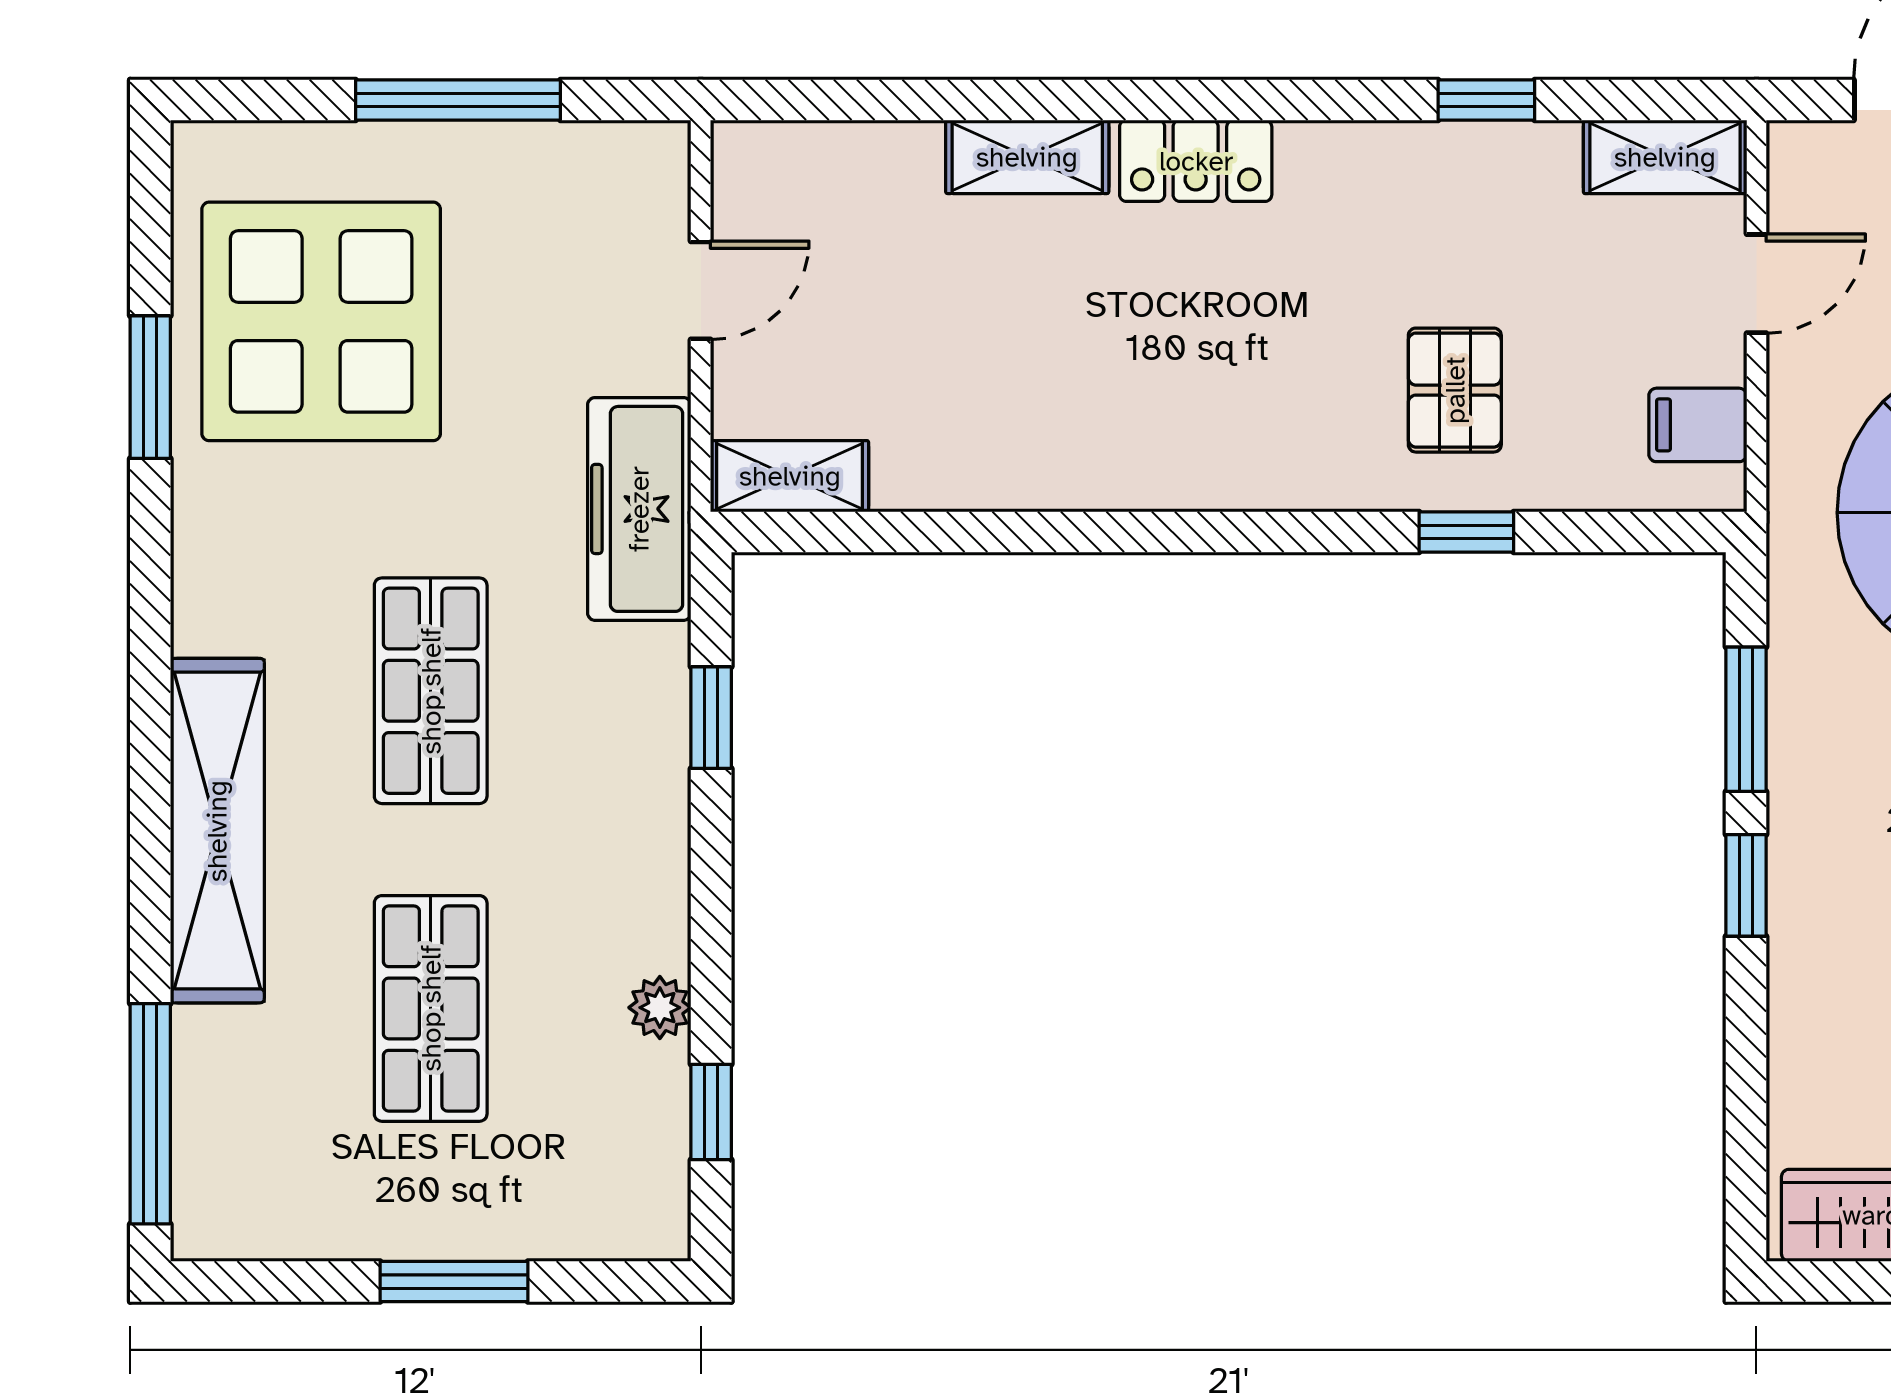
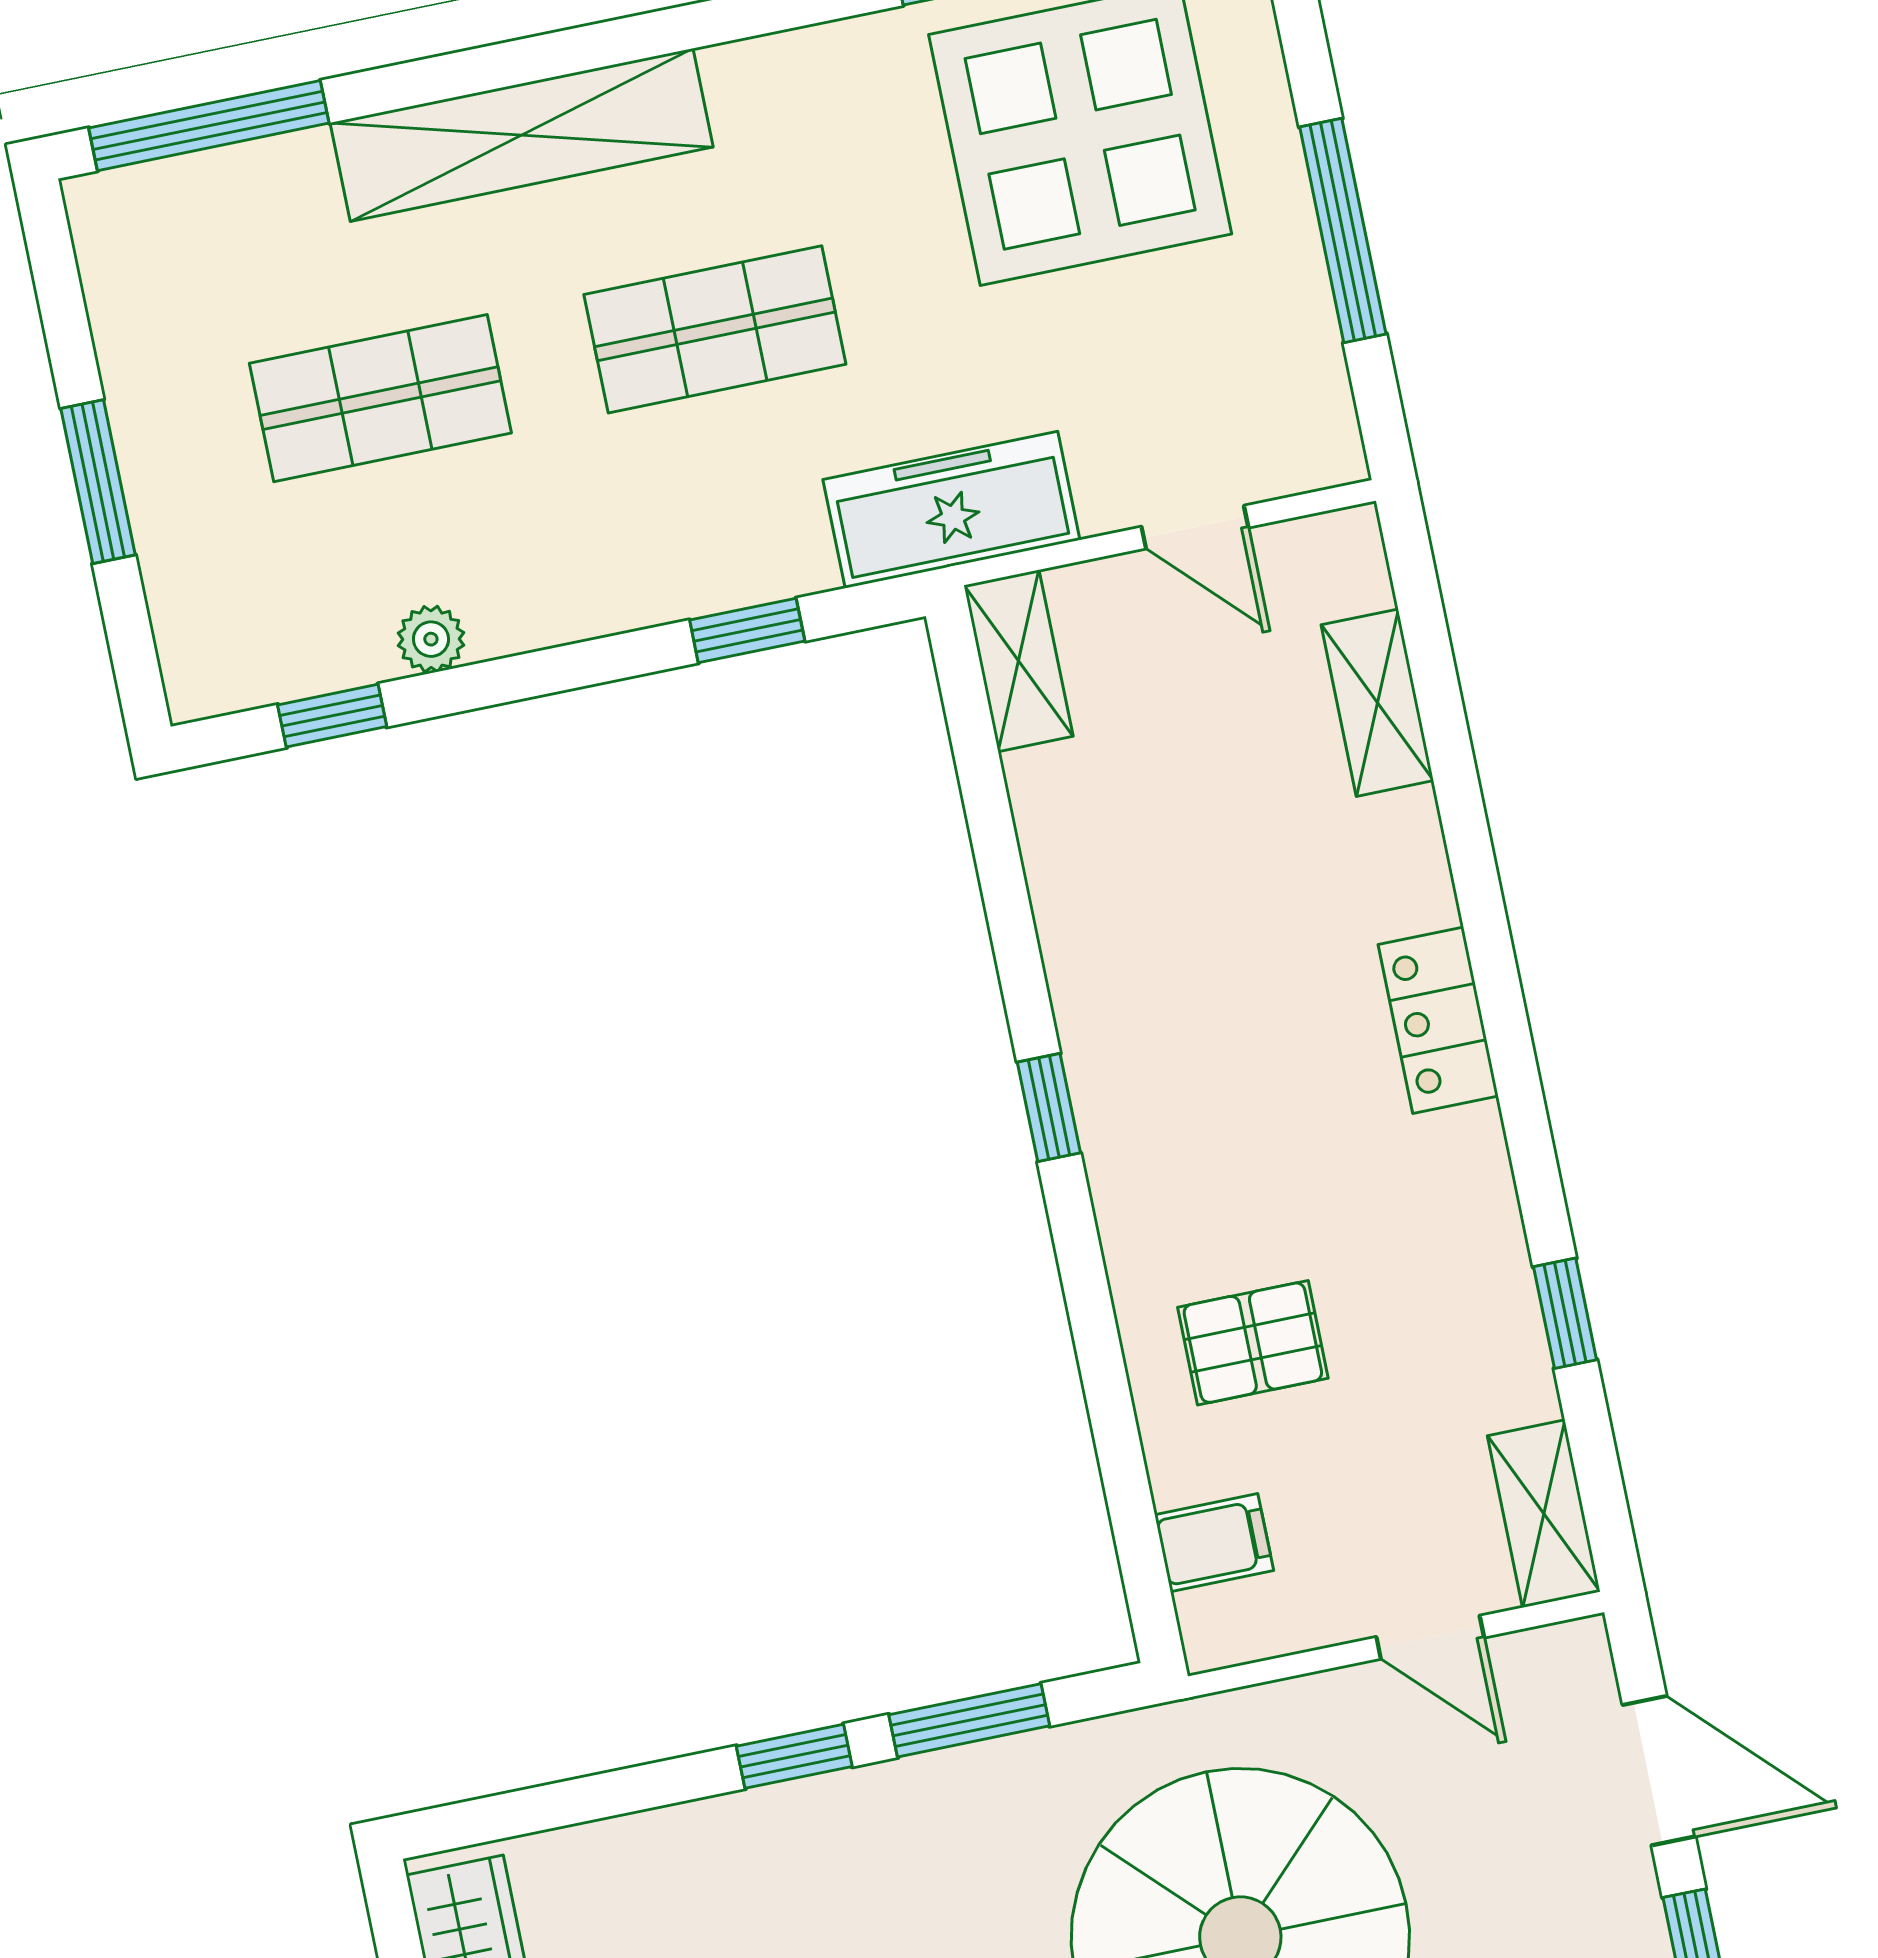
shelving: (1027, 157) -> (1377, 703), moved
filing cabinet: (1698, 425) -> (1214, 1543), moved, turned 90
window: (1466, 532) -> (1049, 1108), moved

